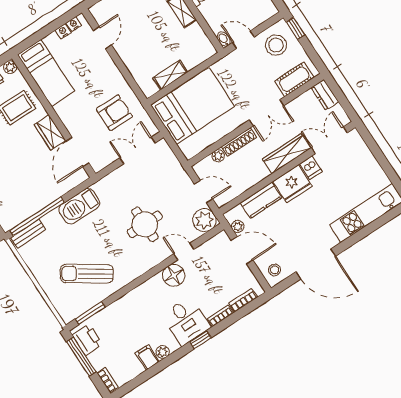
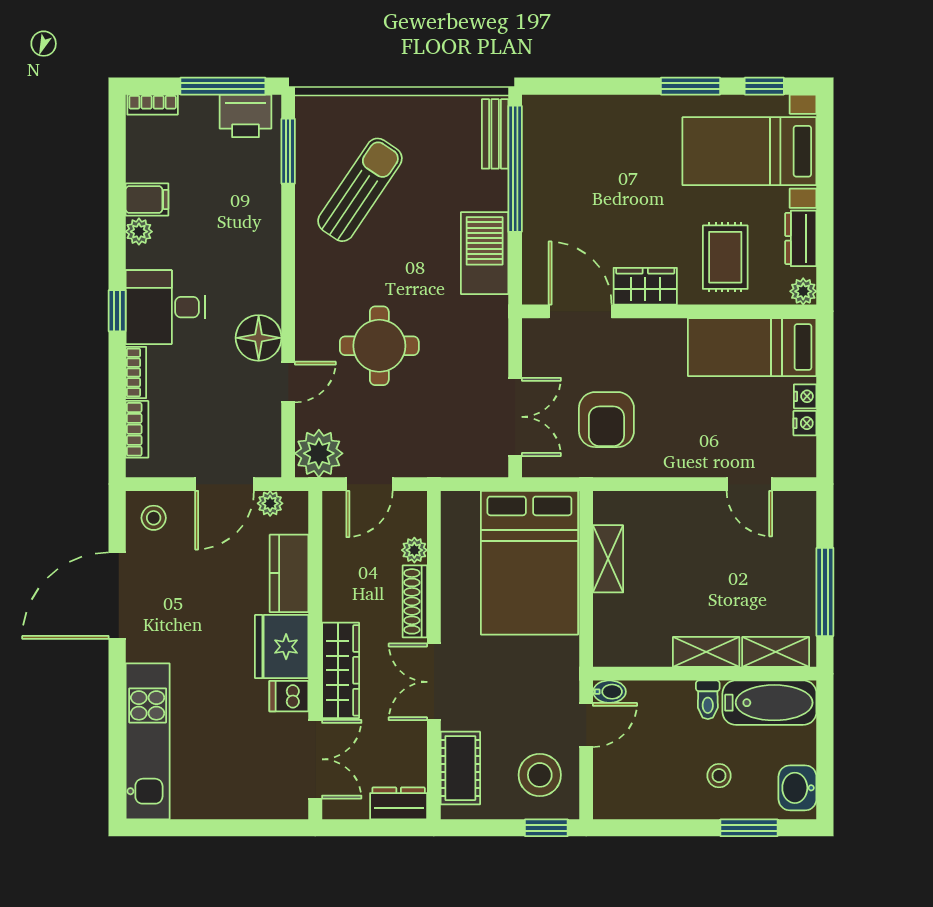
nightstand: (74, 24) -> (805, 396), moved

